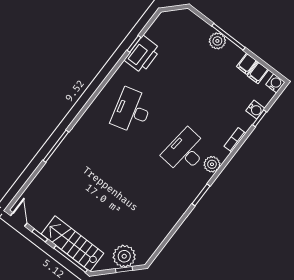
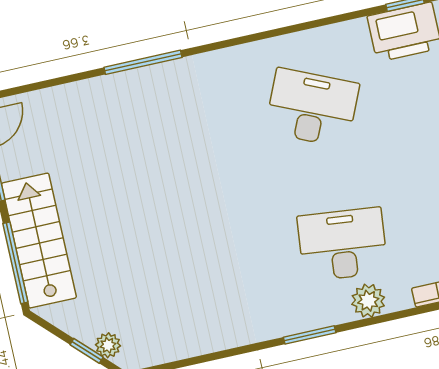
desk: (132, 111) -> (312, 108), turned 39
plant: (124, 256) -> (108, 345), width x0.53, depth x0.53

